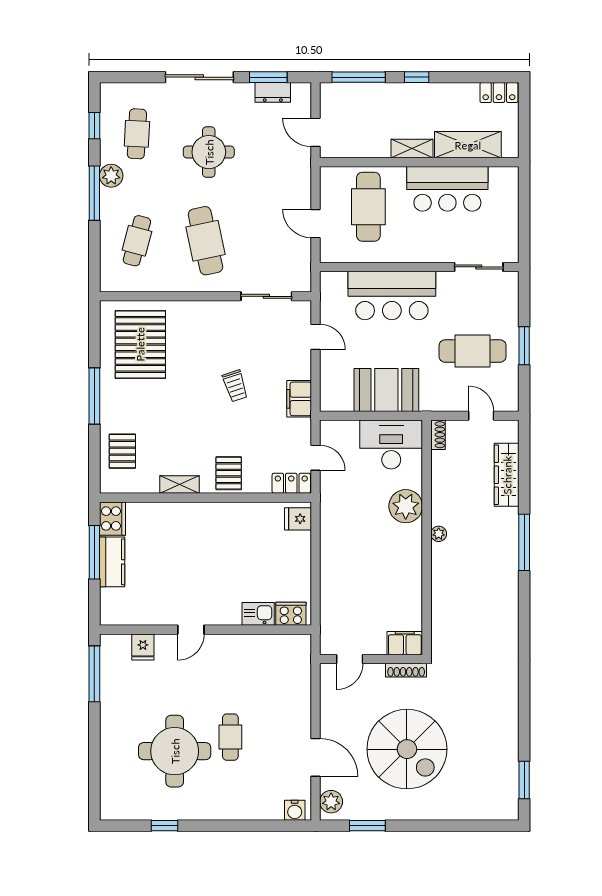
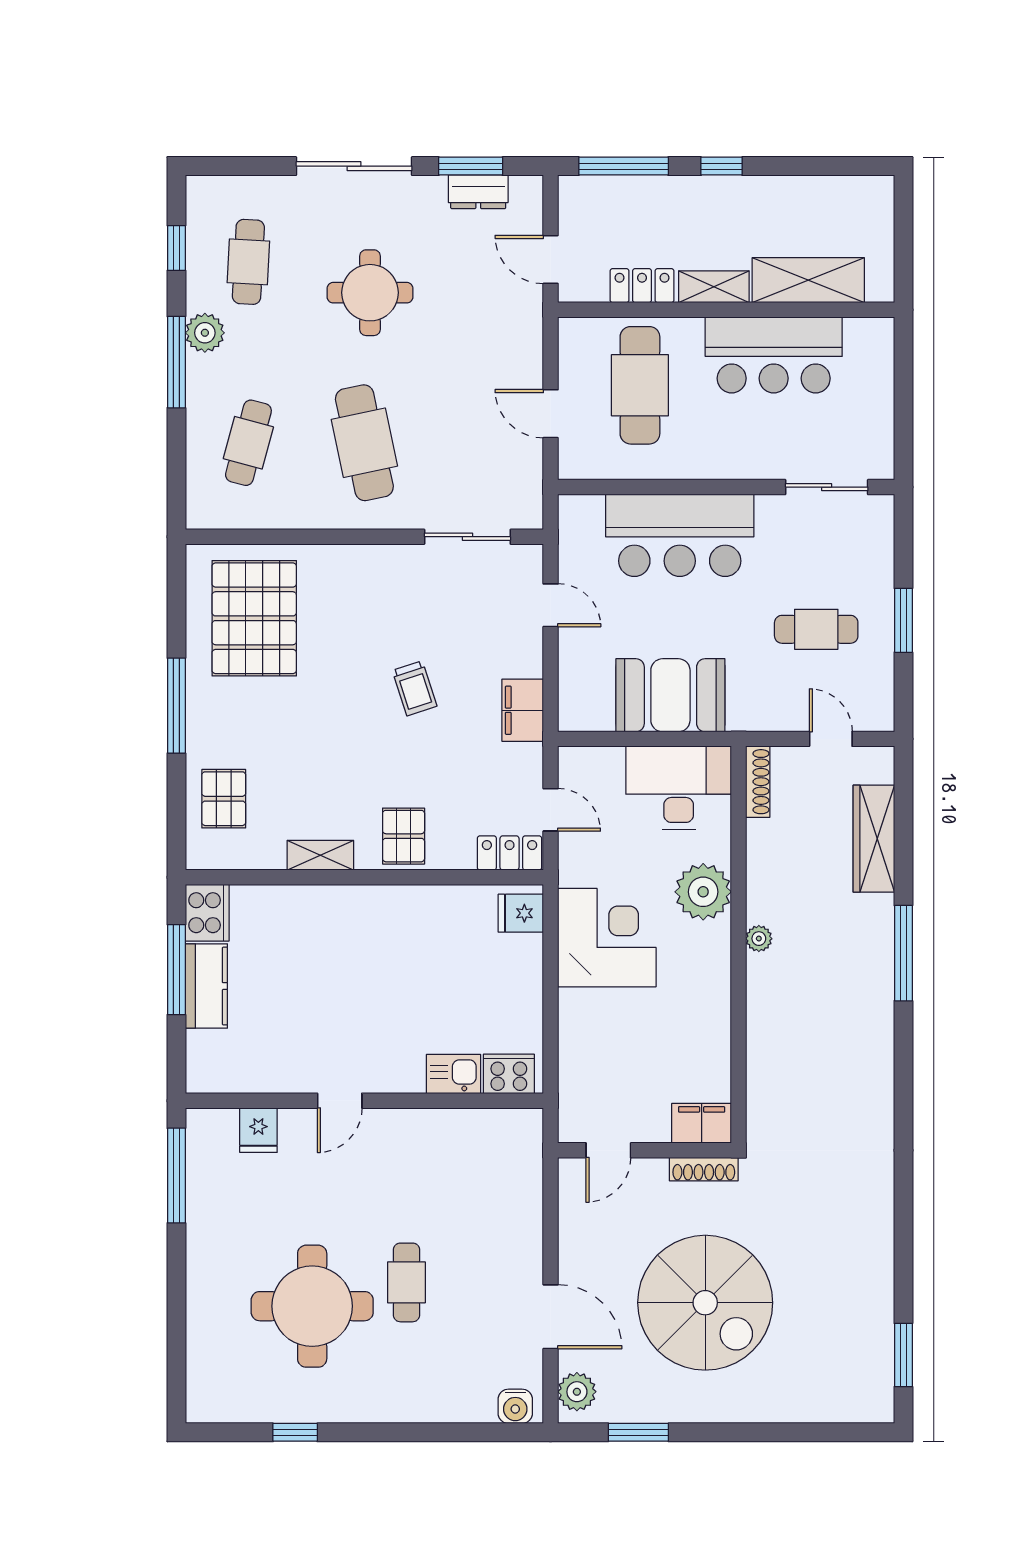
locker: (499, 93) -> (642, 286), moved, turned 180
cafe table: (473, 351) -> (816, 629), width x0.73, depth x0.74
shoe rack: (438, 435) -> (758, 782), width x1.43
corner desk: (349, 533) -> (607, 938), added

